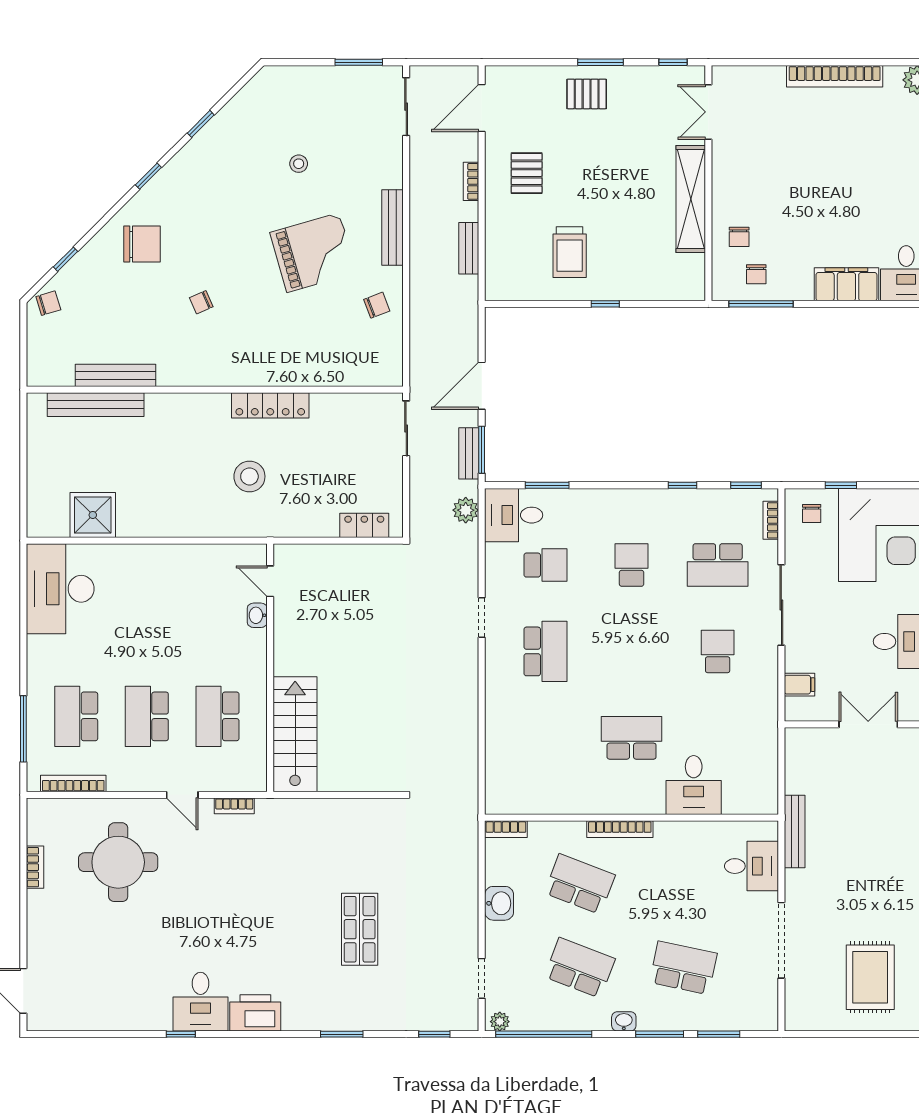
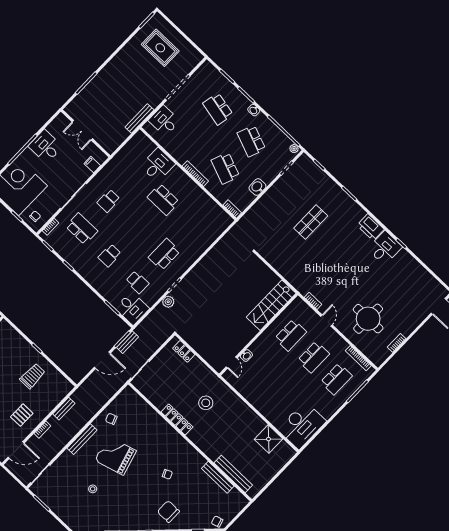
plant: (466, 510) -> (168, 302), moved
school desk: (545, 565) -> (137, 282), turned 180
rug: (870, 977) -> (160, 48), turned 90

